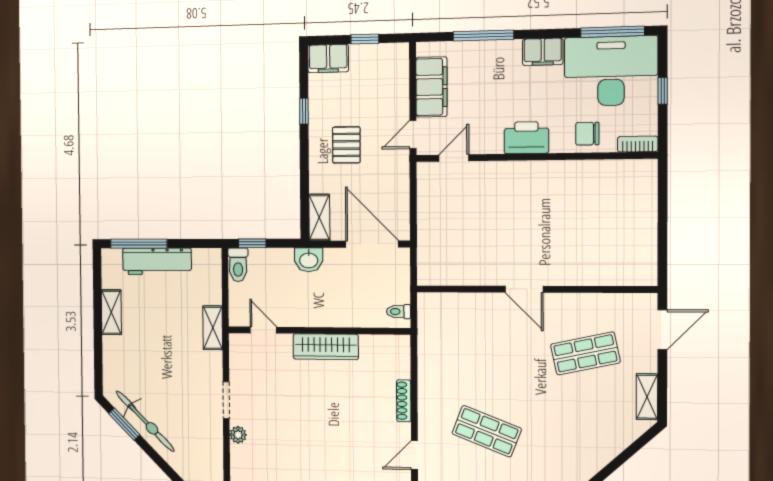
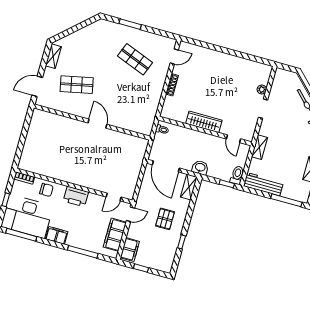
filing cabinet: (328, 58) -> (130, 250), moved, turned 90
workbench: (157, 261) -> (263, 184), moved

